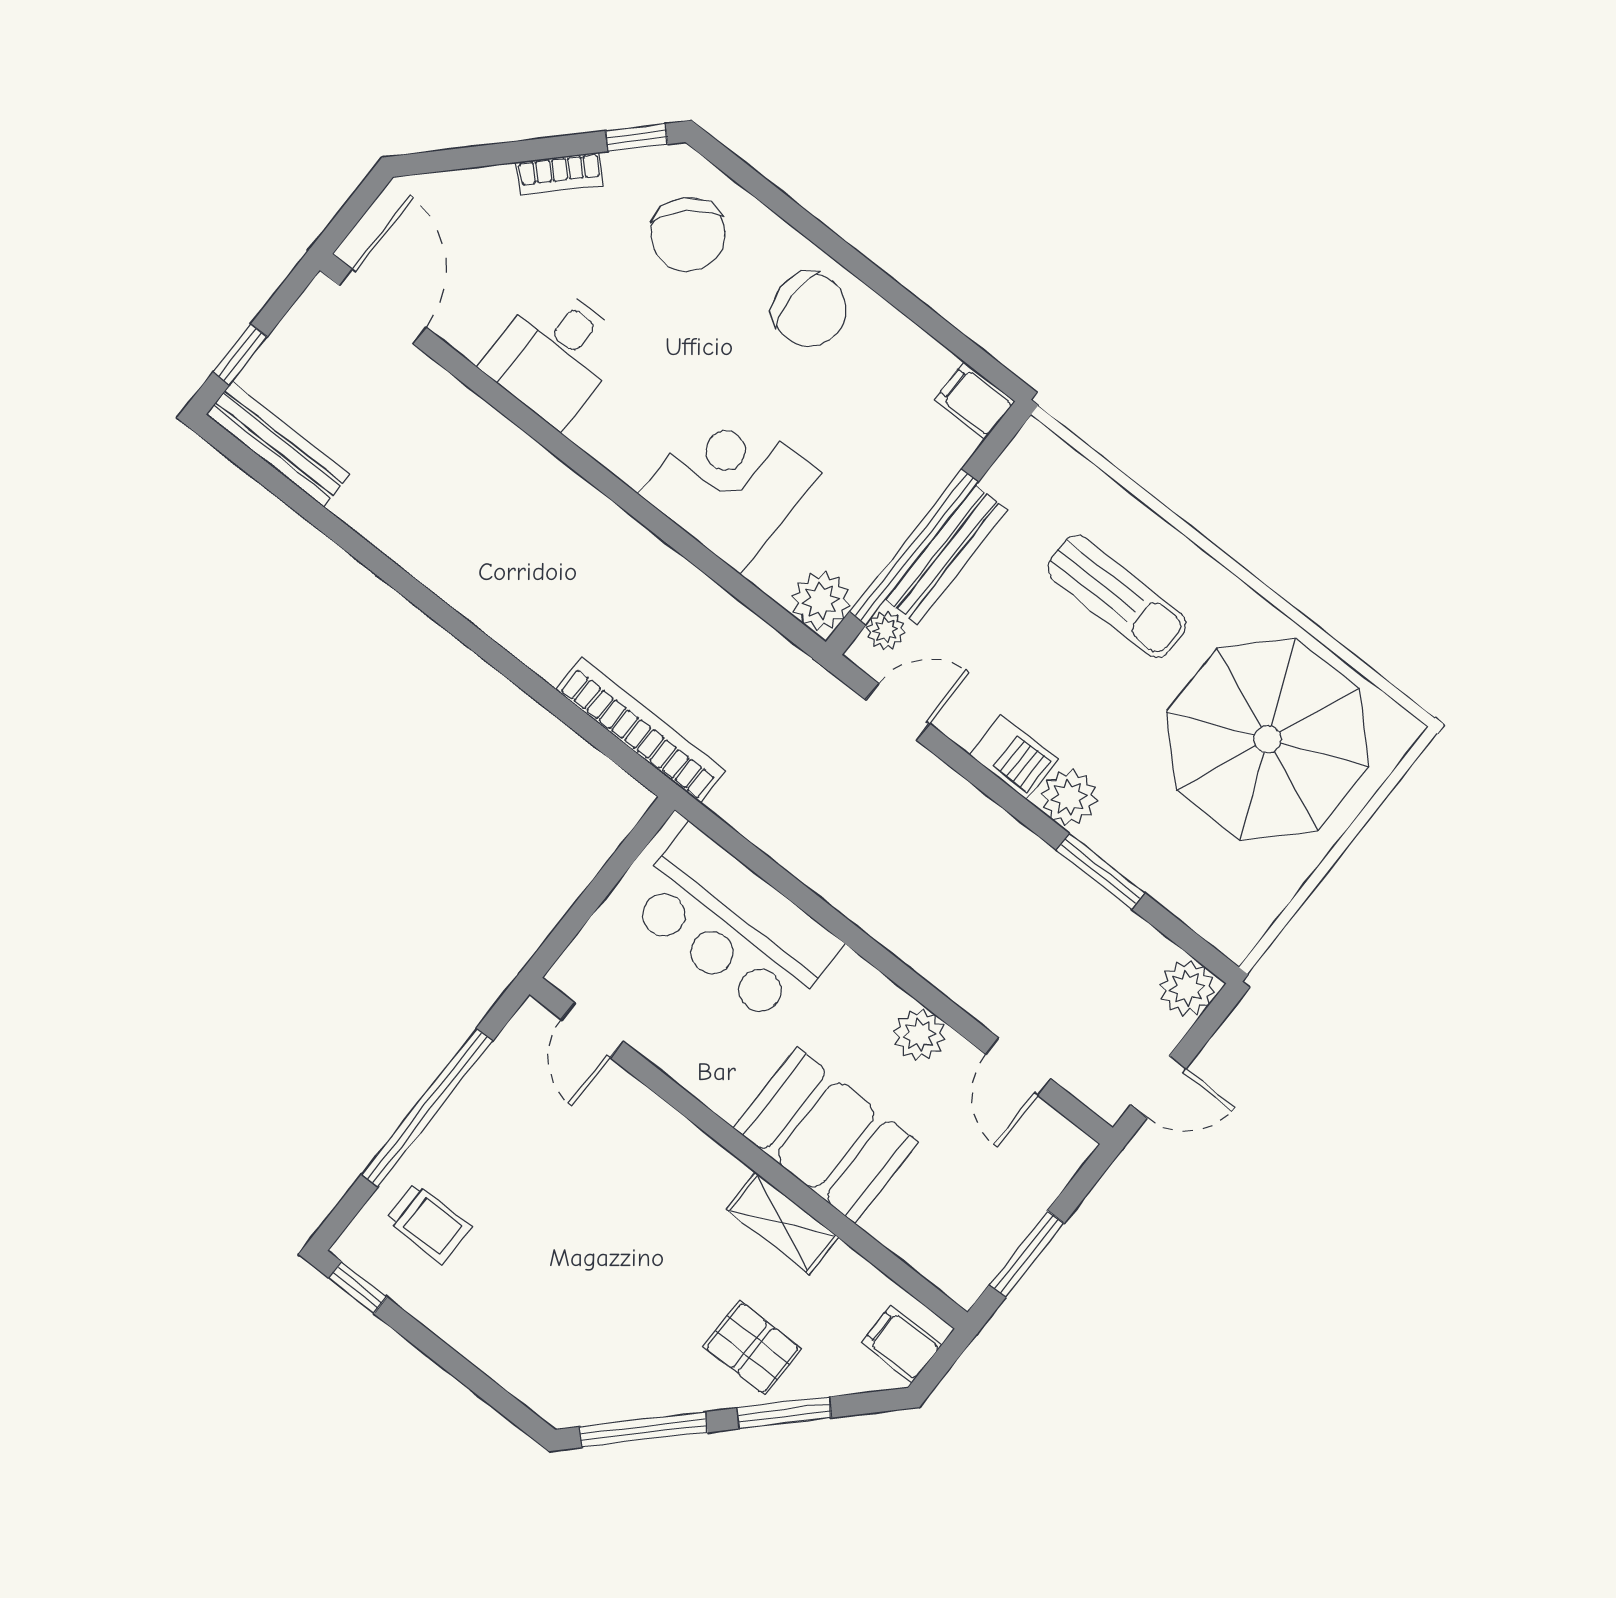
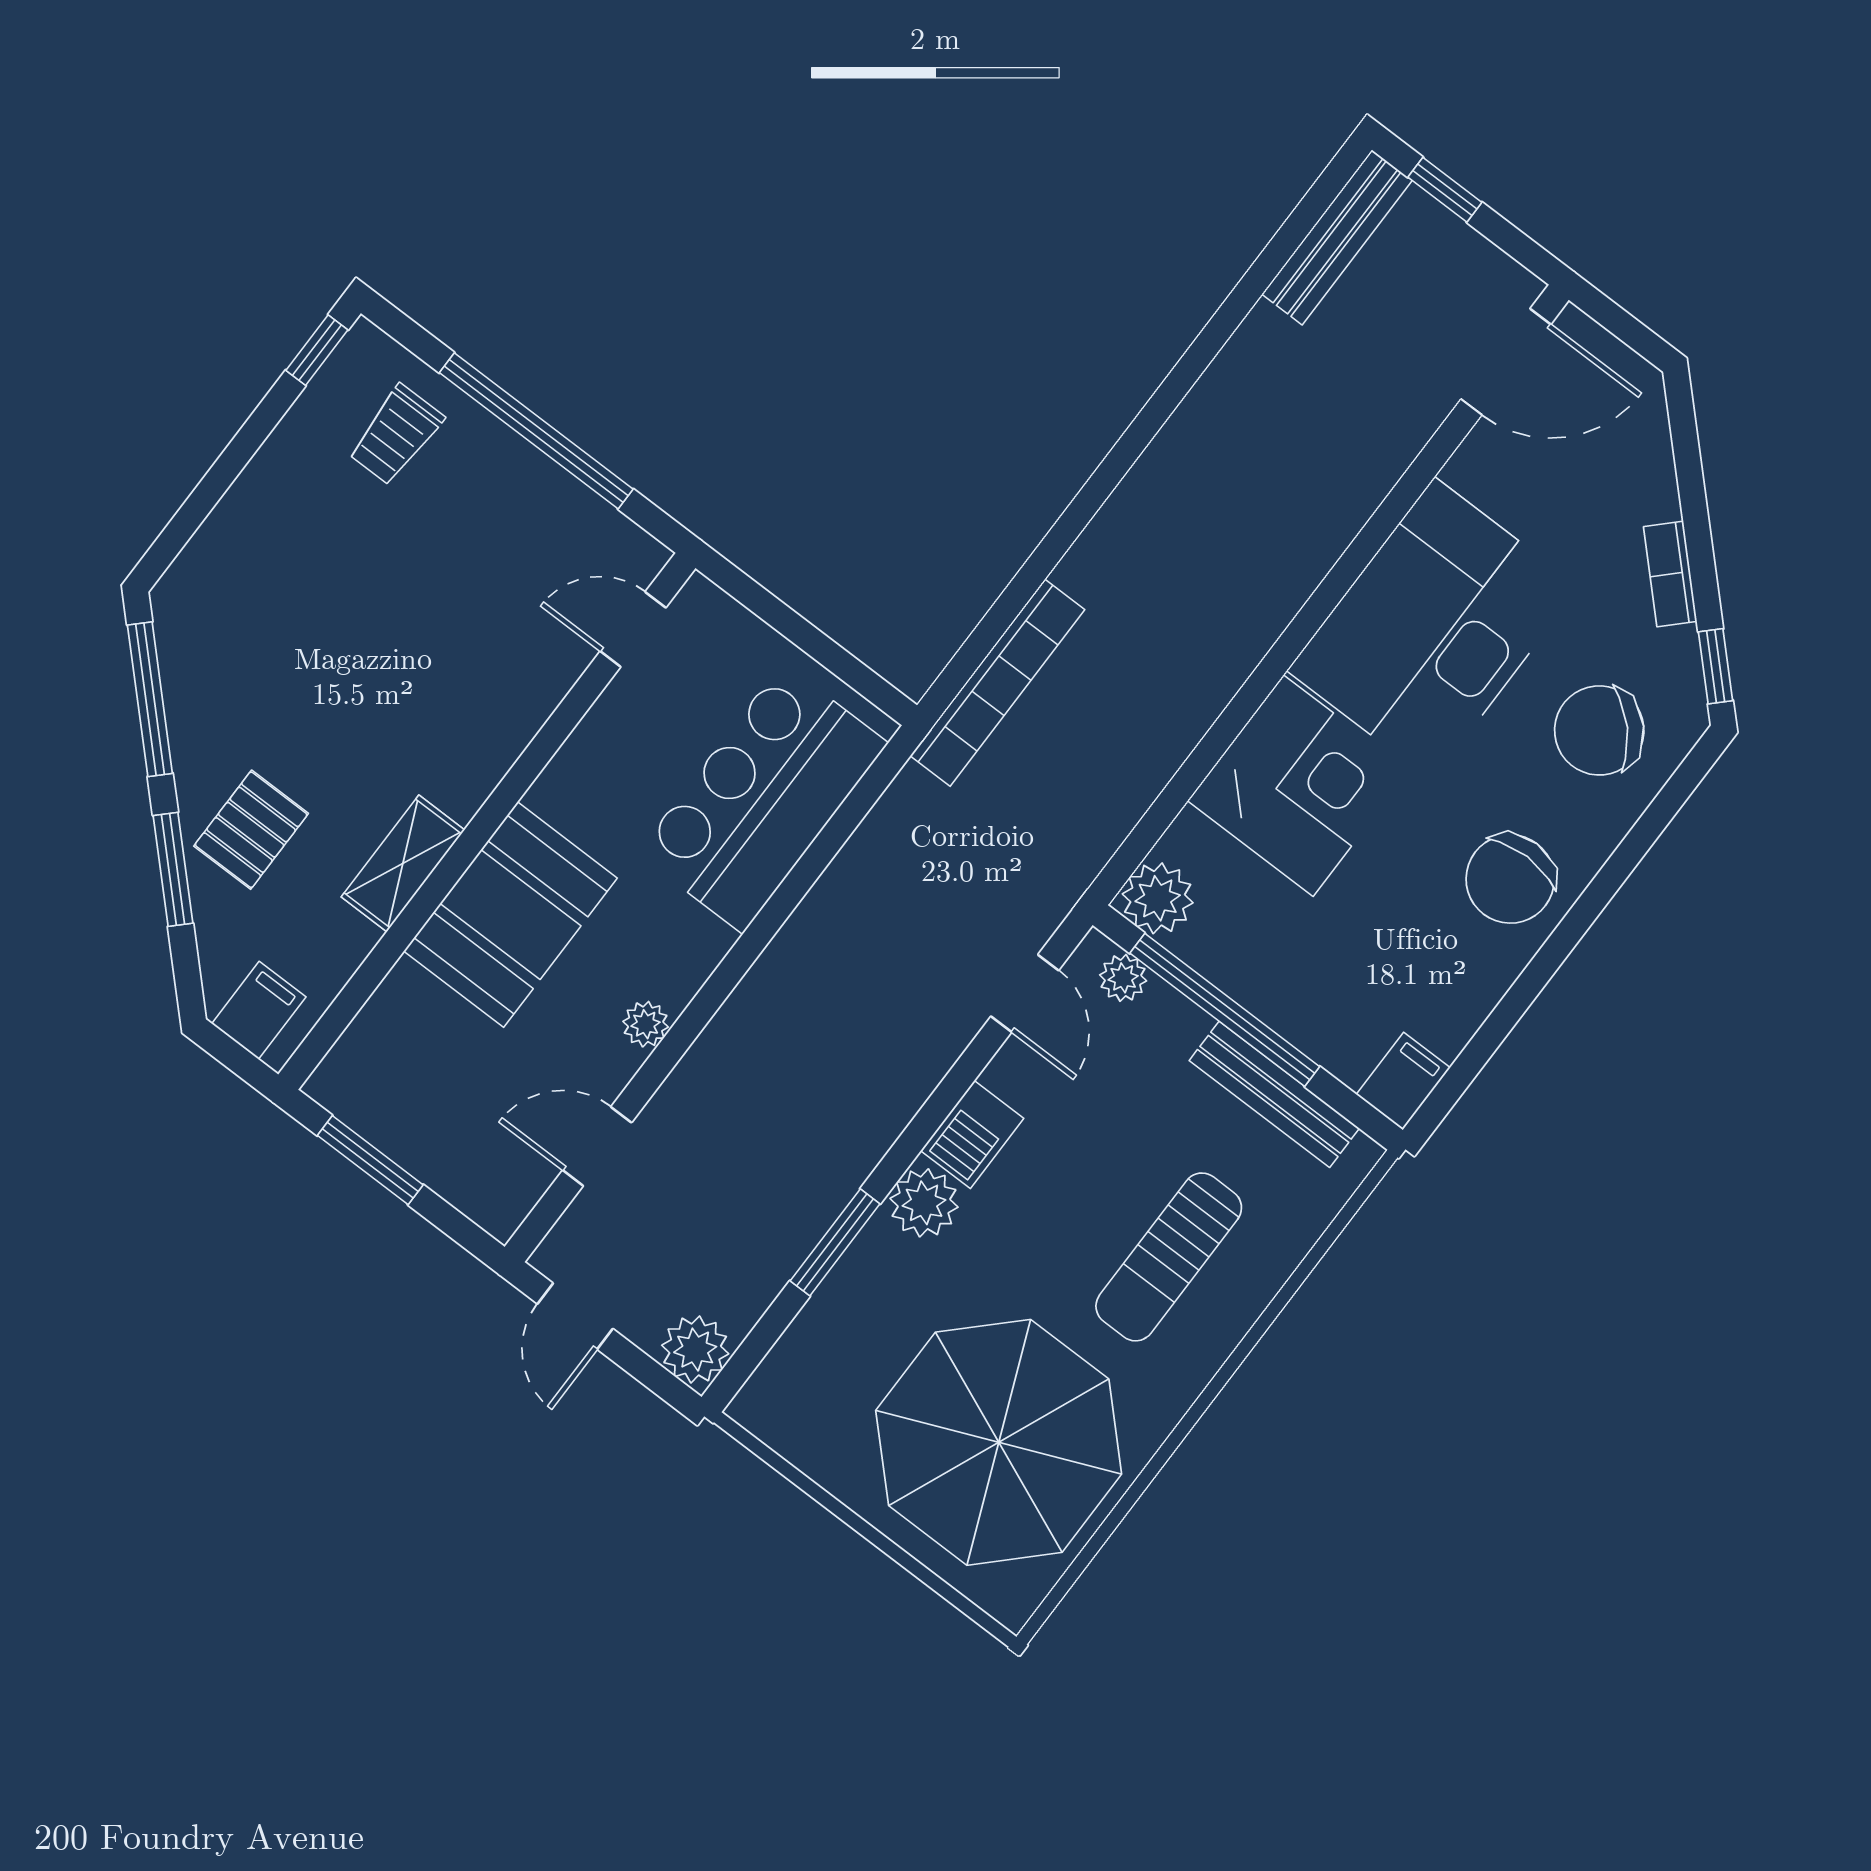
desk: (554, 355) -> (1433, 629), width x1.87, depth x1.30
bench: (946, 555) -> (1274, 1094), moved
plant: (919, 1035) -> (646, 1024), width x0.73, depth x0.73

